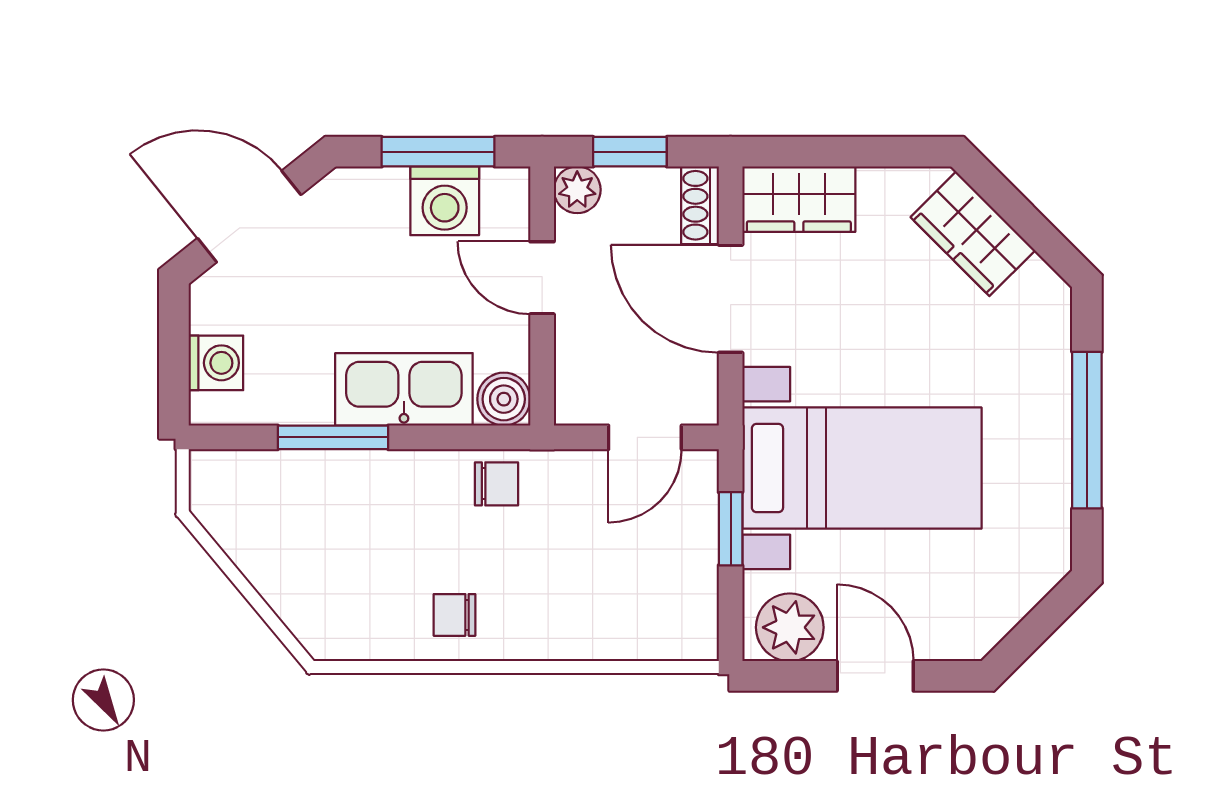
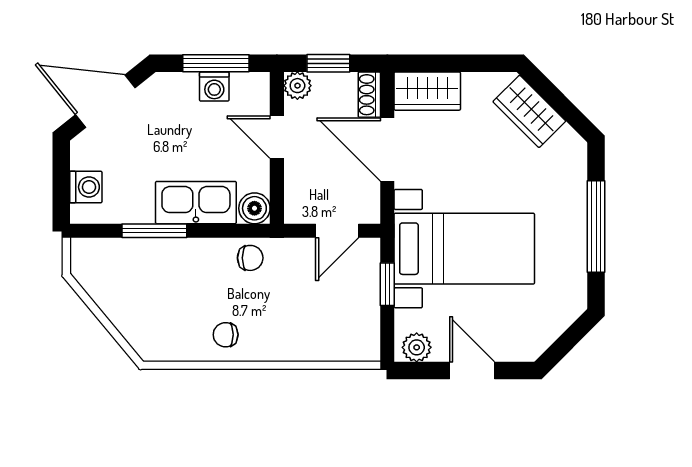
washing machine: (445, 201) -> (214, 87), width x0.73, depth x0.73
plant: (790, 627) -> (417, 347), width x0.73, depth x0.73

